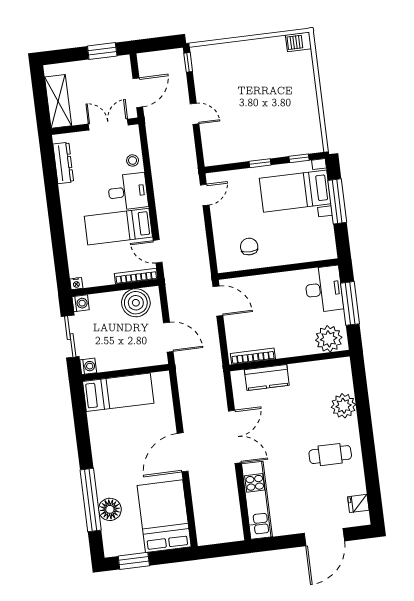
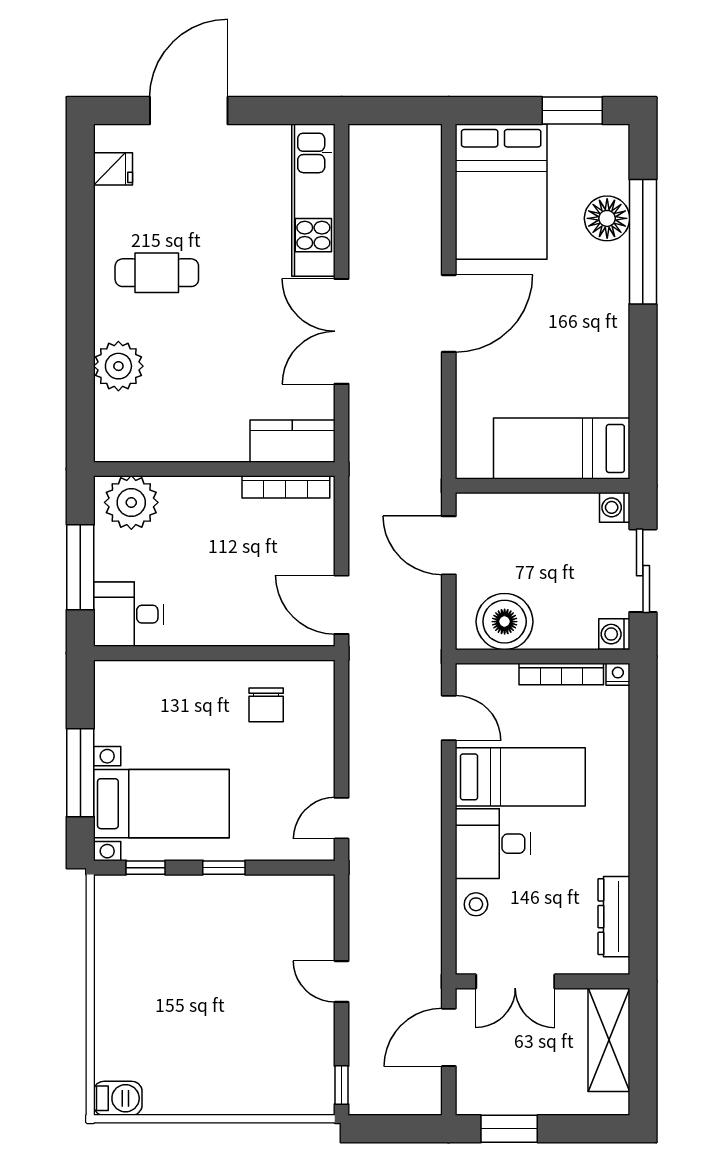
bookcase: (136, 276) -> (561, 674), moved
desk: (324, 289) -> (129, 614), width x0.73
kitchen counter: (267, 377) -> (292, 441), moved

